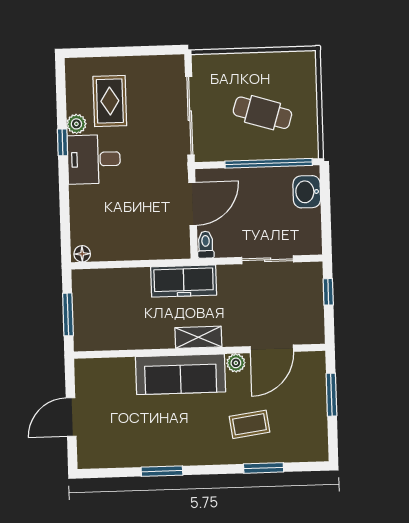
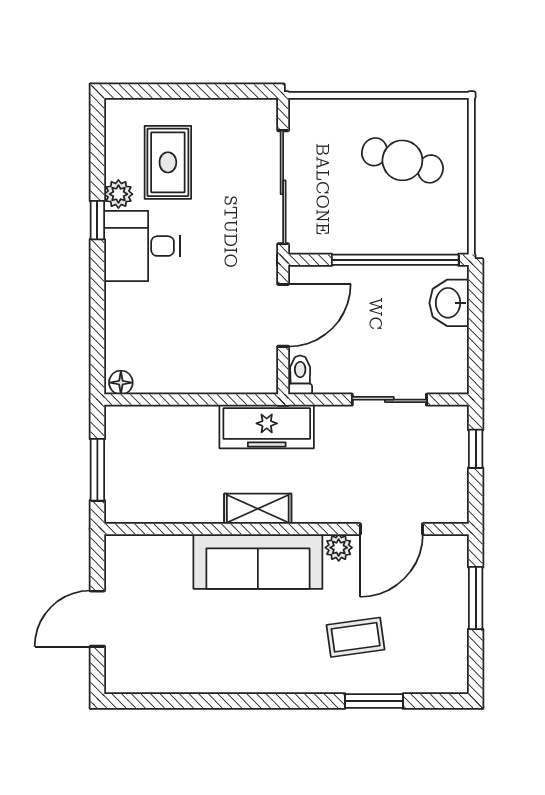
cafe table: (262, 113) -> (402, 160), moved
shelving: (198, 337) -> (258, 509), moved
window: (162, 471) -> (227, 701), removed

